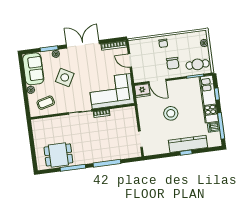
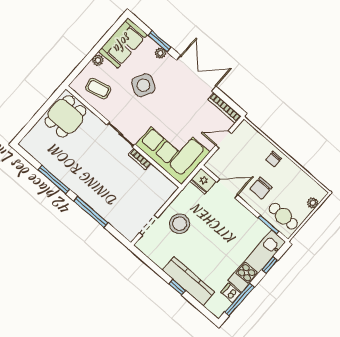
door: (130, 61) -> (223, 139), hinge flipped
door: (157, 81) -> (227, 189), swing flipped
stool: (171, 113) -> (180, 224), moved
dining table: (58, 155) -> (65, 116), moved, turned 90

